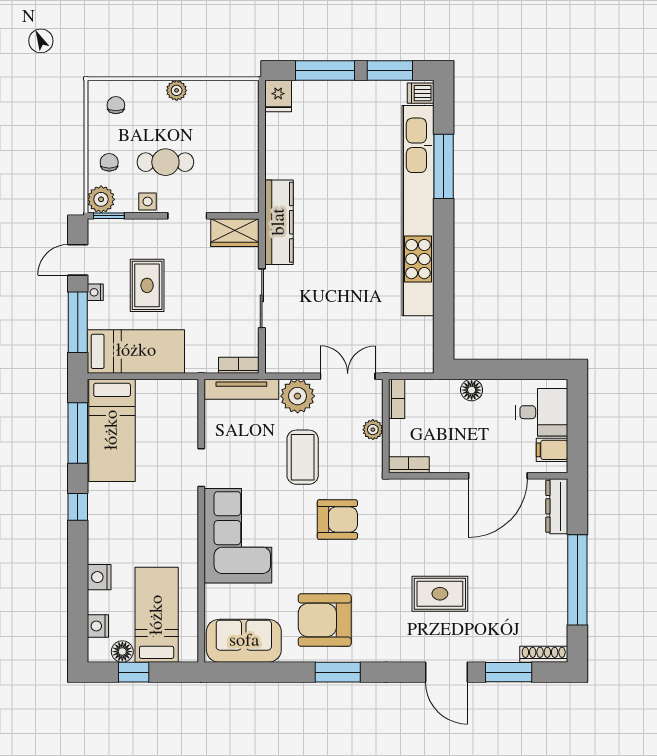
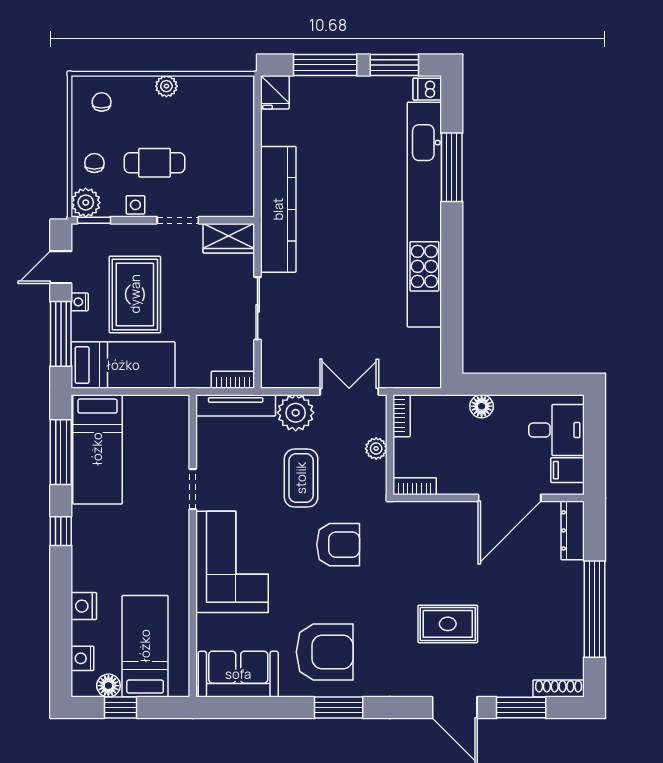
kitchen counter: (279, 222) -> (278, 209), width x1.39, depth x1.17
rug: (147, 285) -> (135, 294), width x1.36, depth x1.43
armchair: (325, 620) -> (325, 652), turned 180

